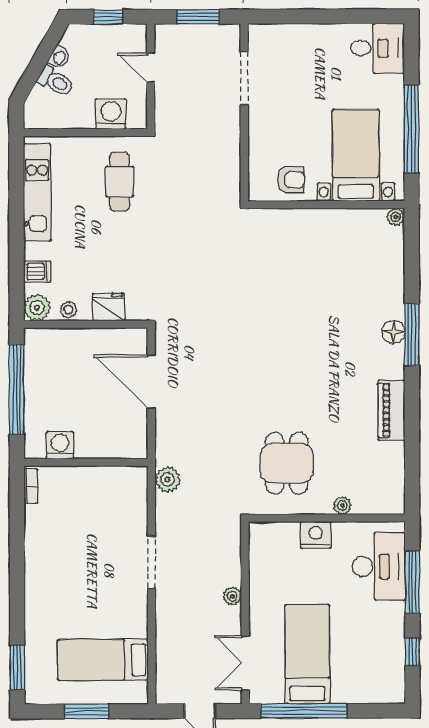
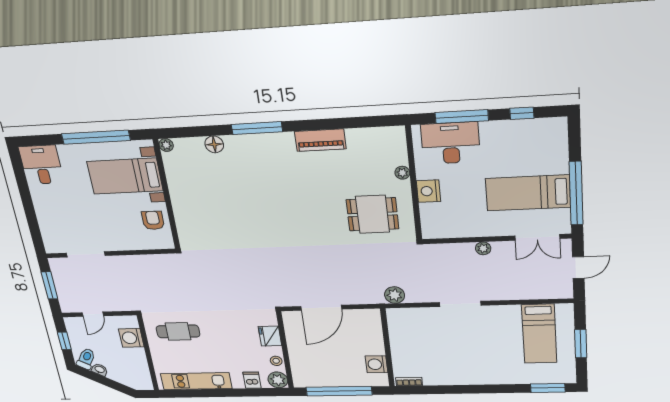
toilet: (56, 81) -> (86, 359), moved
floor lamp: (393, 332) -> (214, 144), moved

